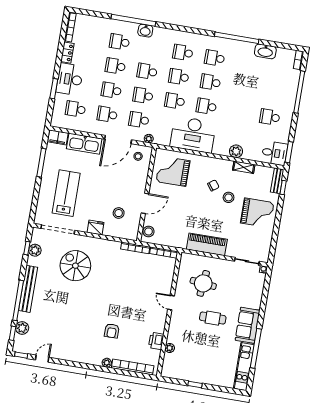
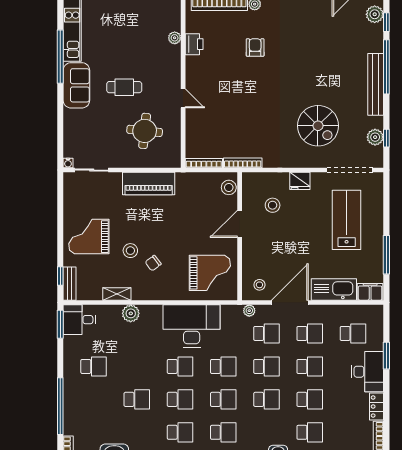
school desk: (242, 87) -> (137, 399), added
lab bench: (66, 193) -> (347, 220), turned 180
plant: (22, 328) -> (375, 14), moved

